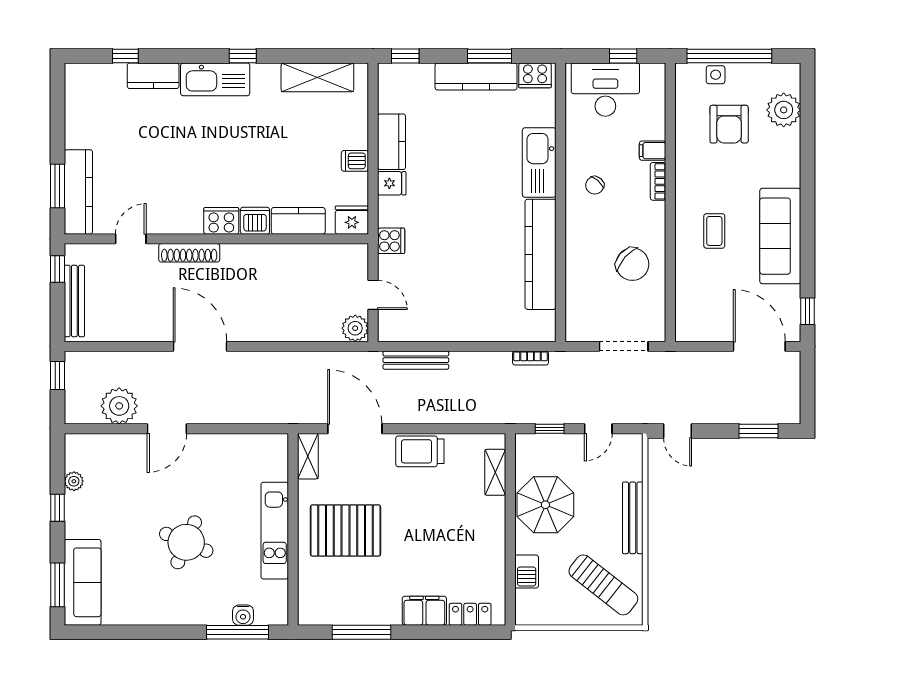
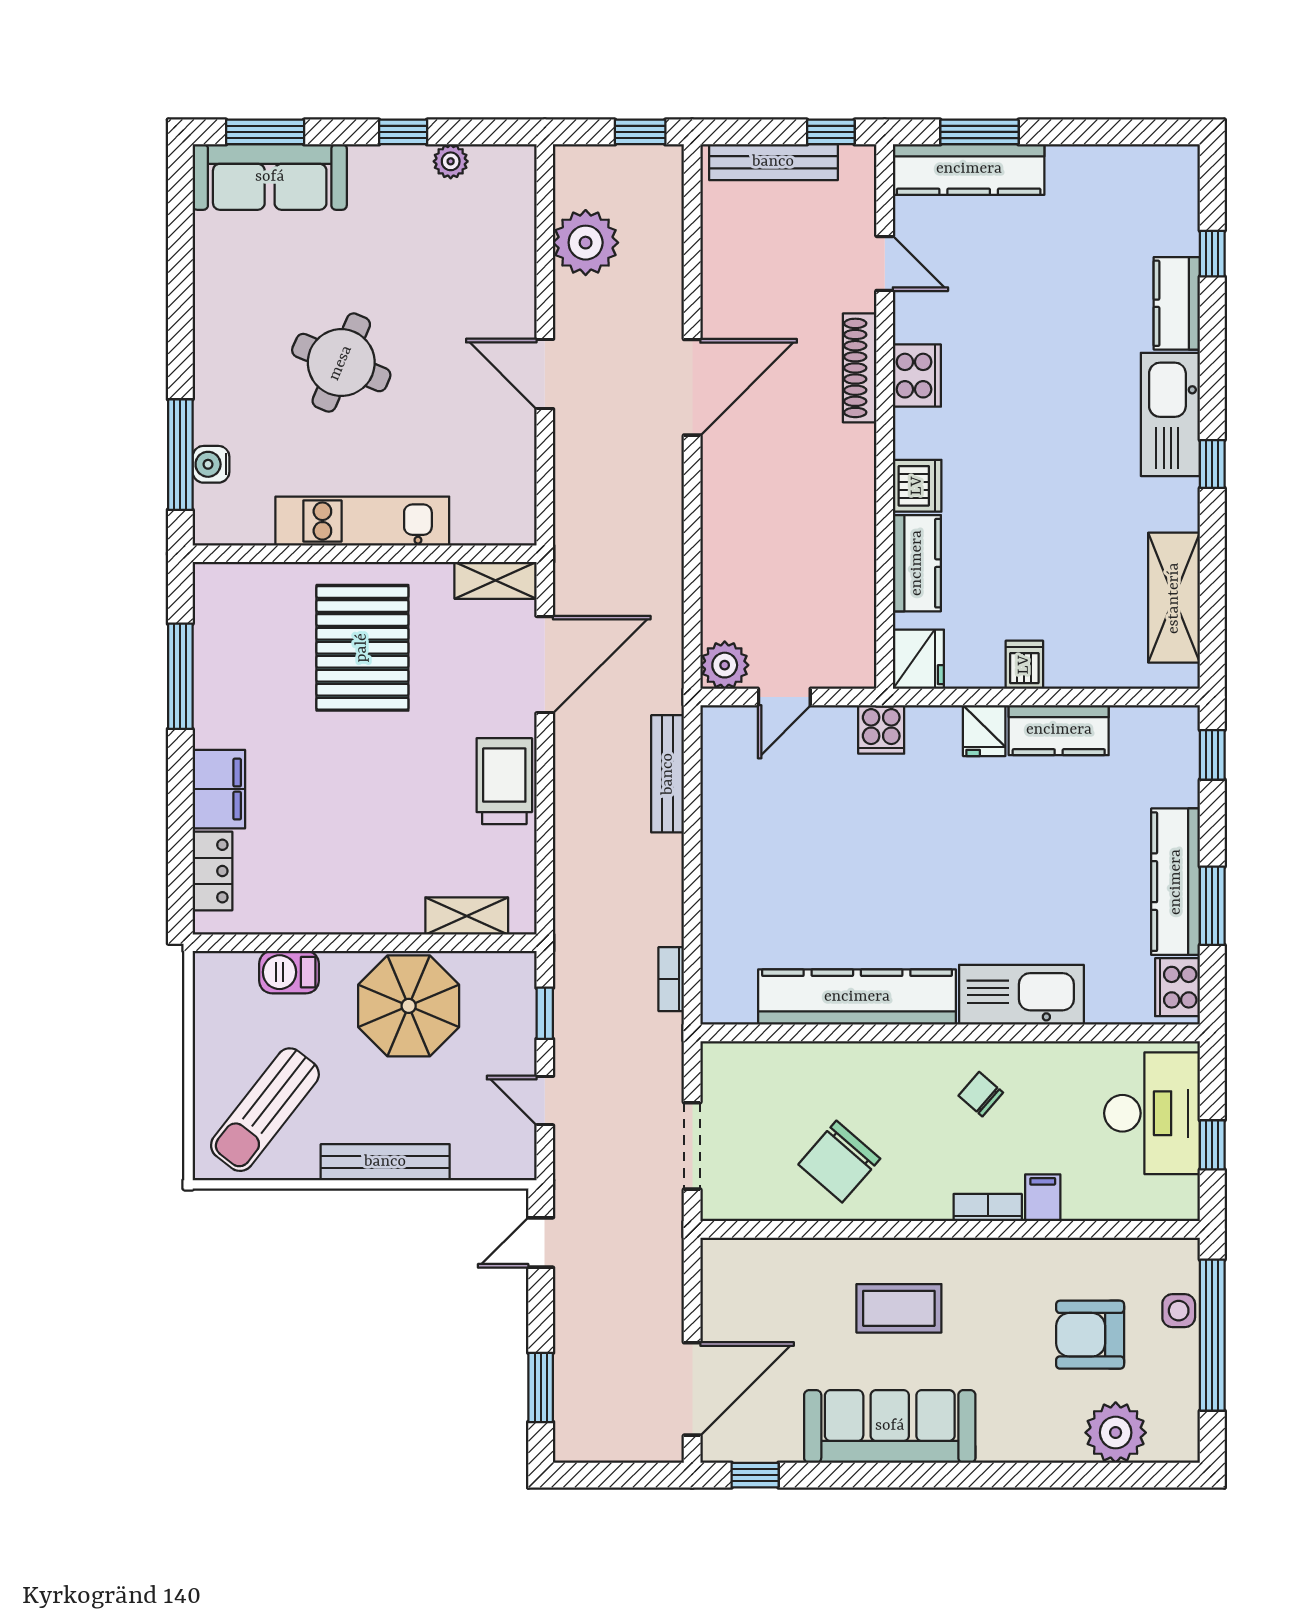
cooker: (221, 221) -> (917, 376), moved
coffee table: (714, 231) -> (899, 1308), width x1.36, depth x1.30
door: (167, 429) -> (545, 374), moved

